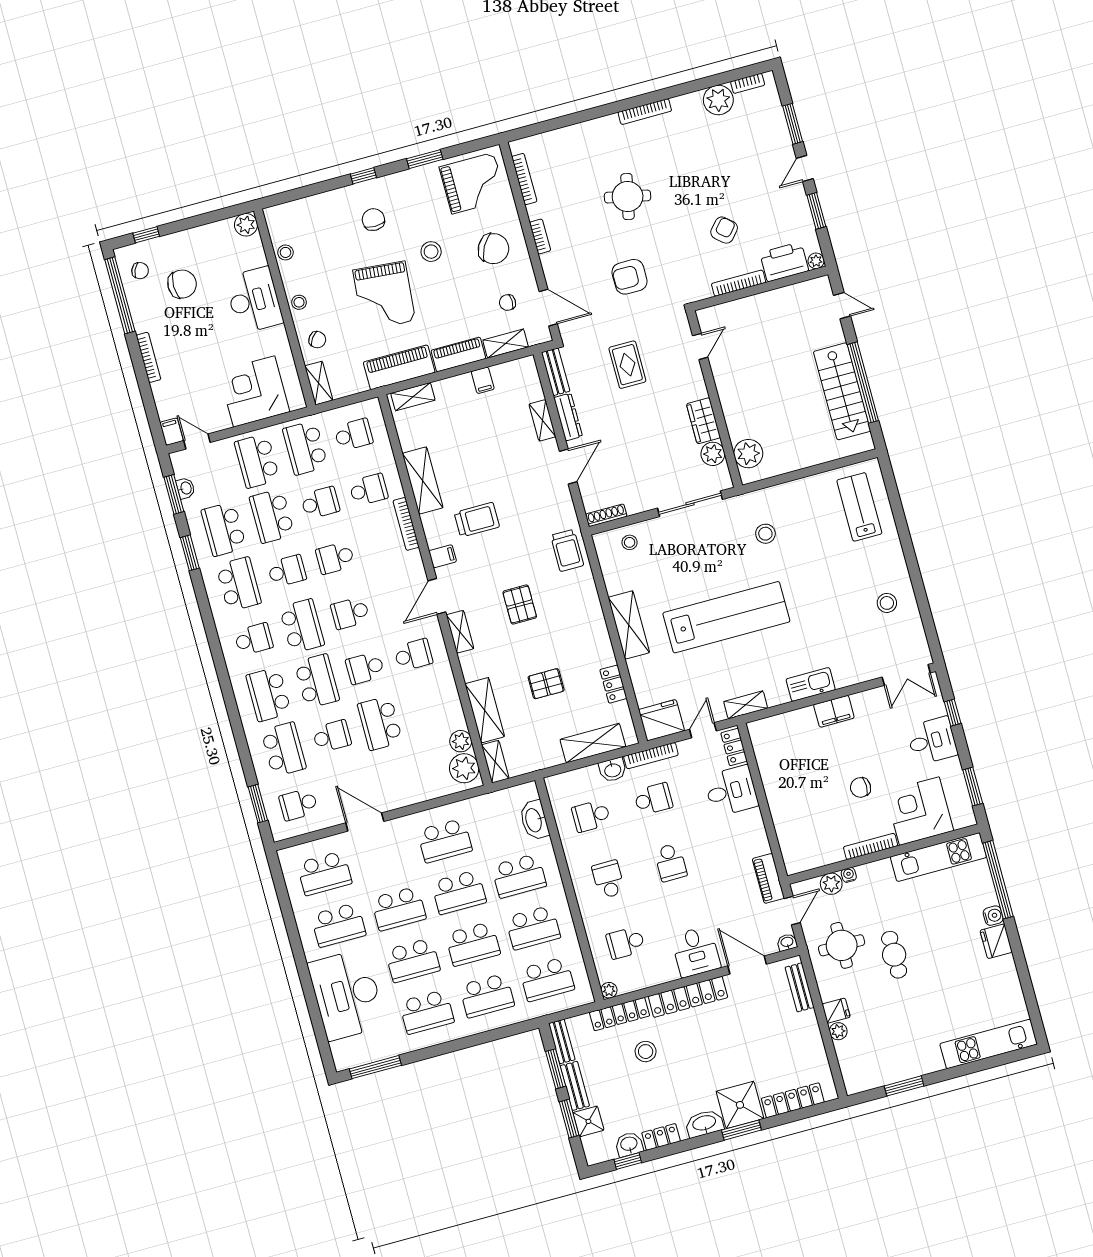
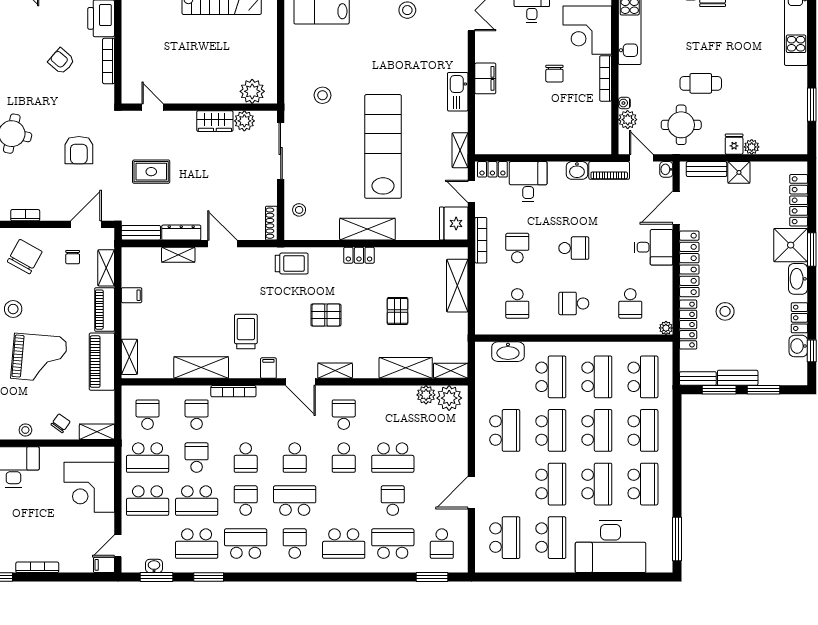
school desk: (317, 681) -> (344, 501), removed
locker: (613, 684) -> (359, 255), moved
washbasin: (613, 770) -> (577, 170), moved, turned 90
shower: (588, 1121) -> (739, 172), moved

